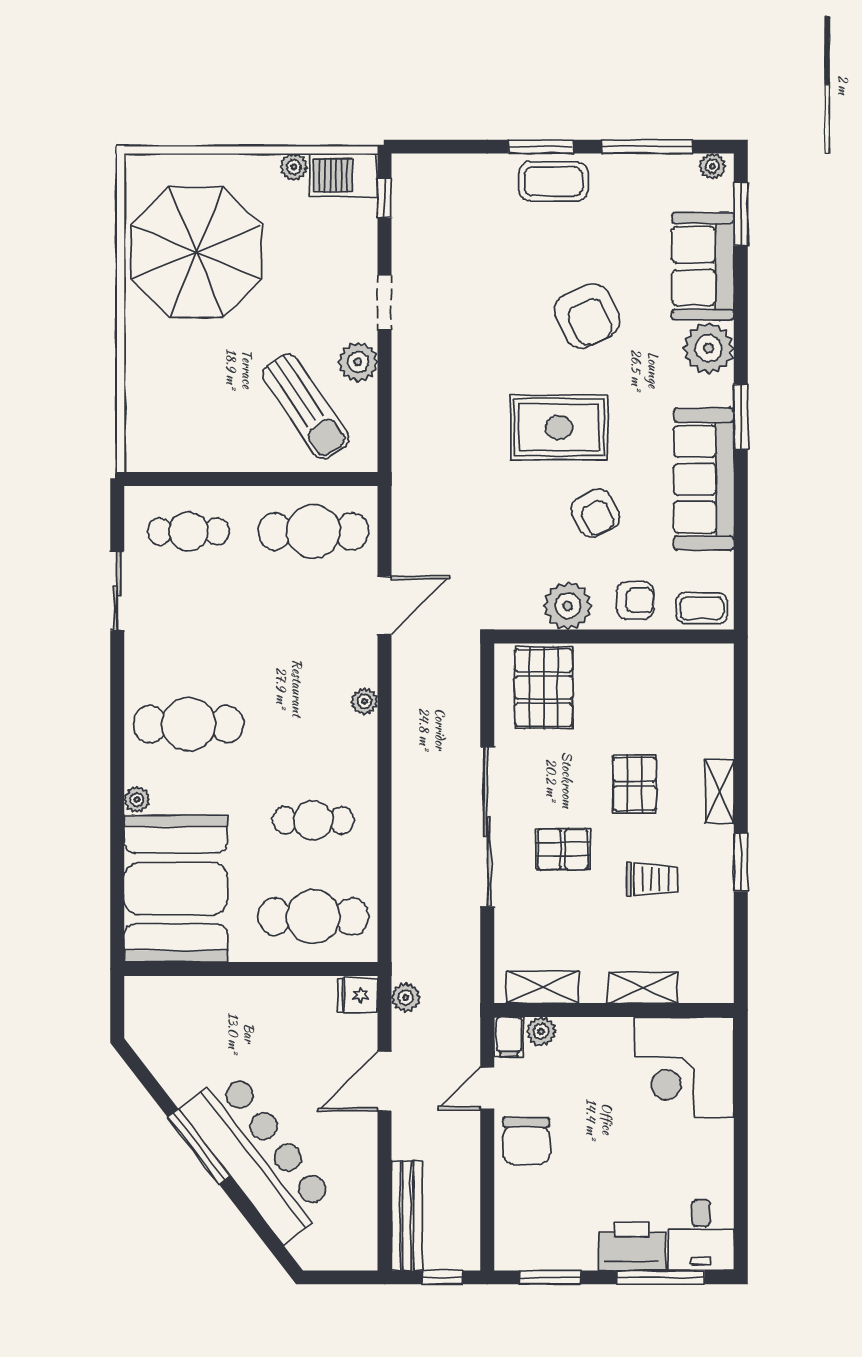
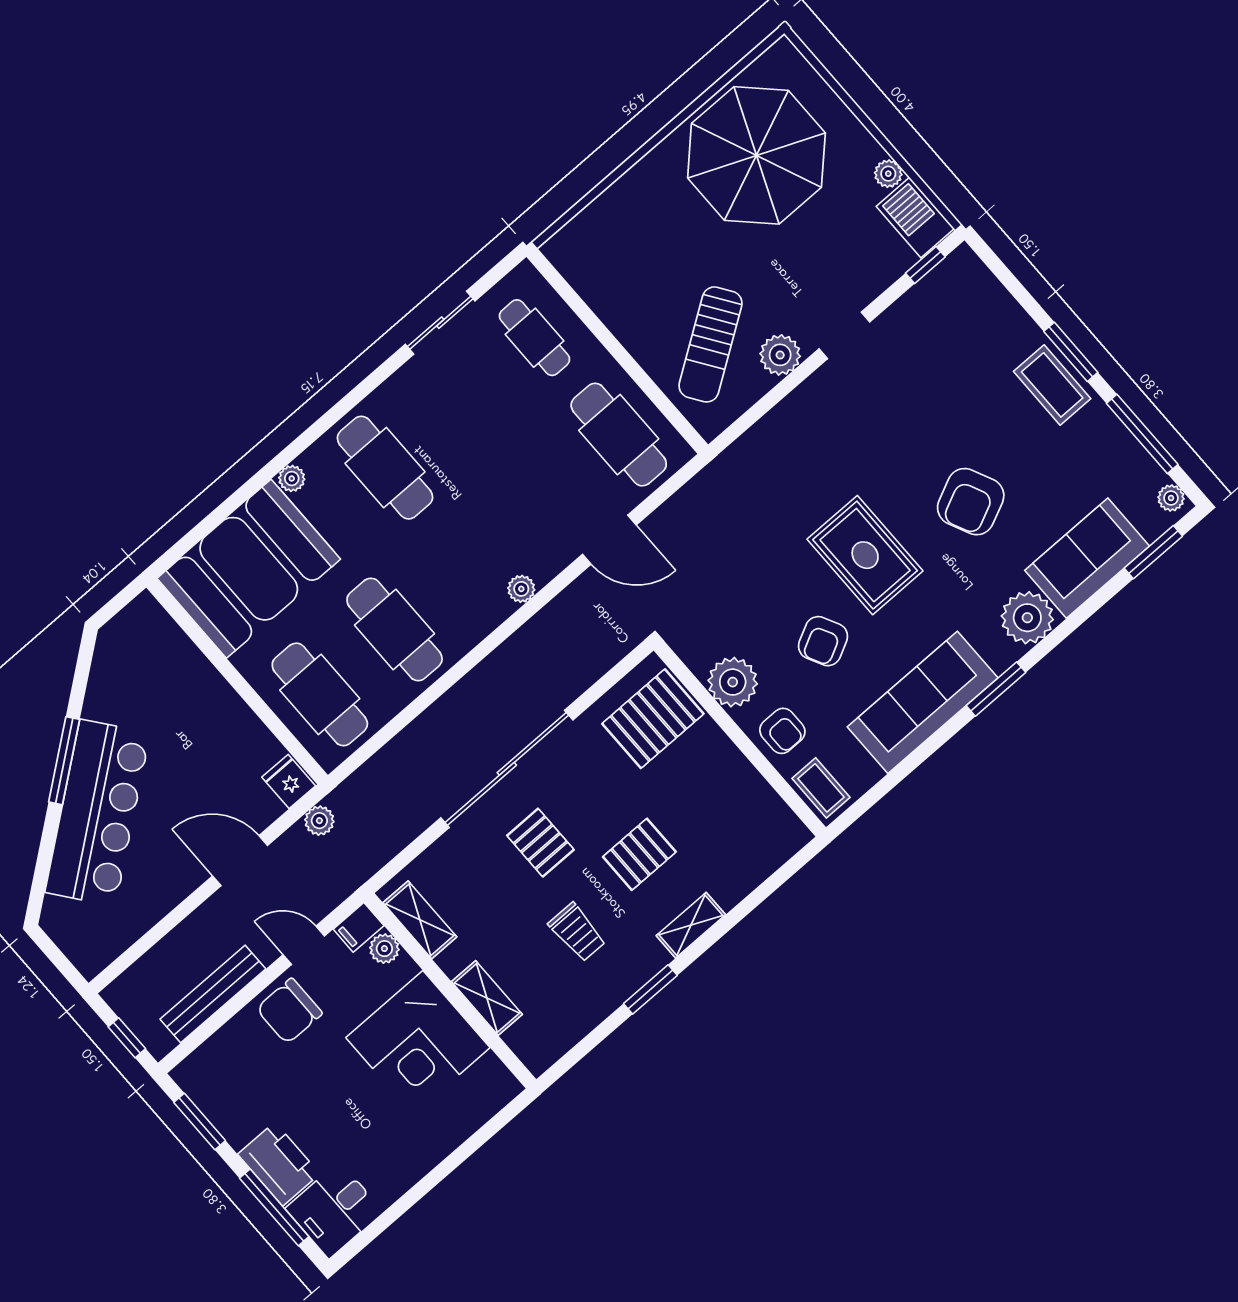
cafe table: (313, 820) -> (395, 629), width x1.37, depth x1.35
corner desk: (684, 1067) -> (418, 1043), moved, turned -90
bench: (407, 1215) -> (213, 994), moved

